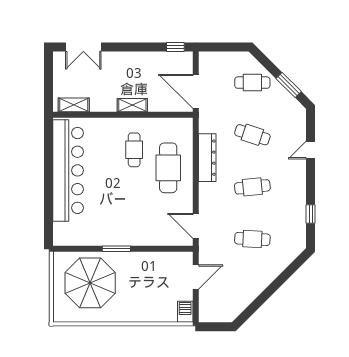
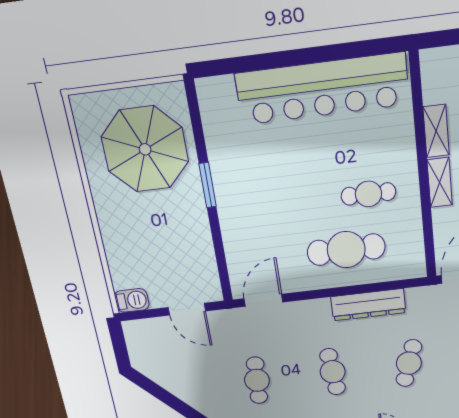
shelving: (74, 105) -> (436, 131), moved

